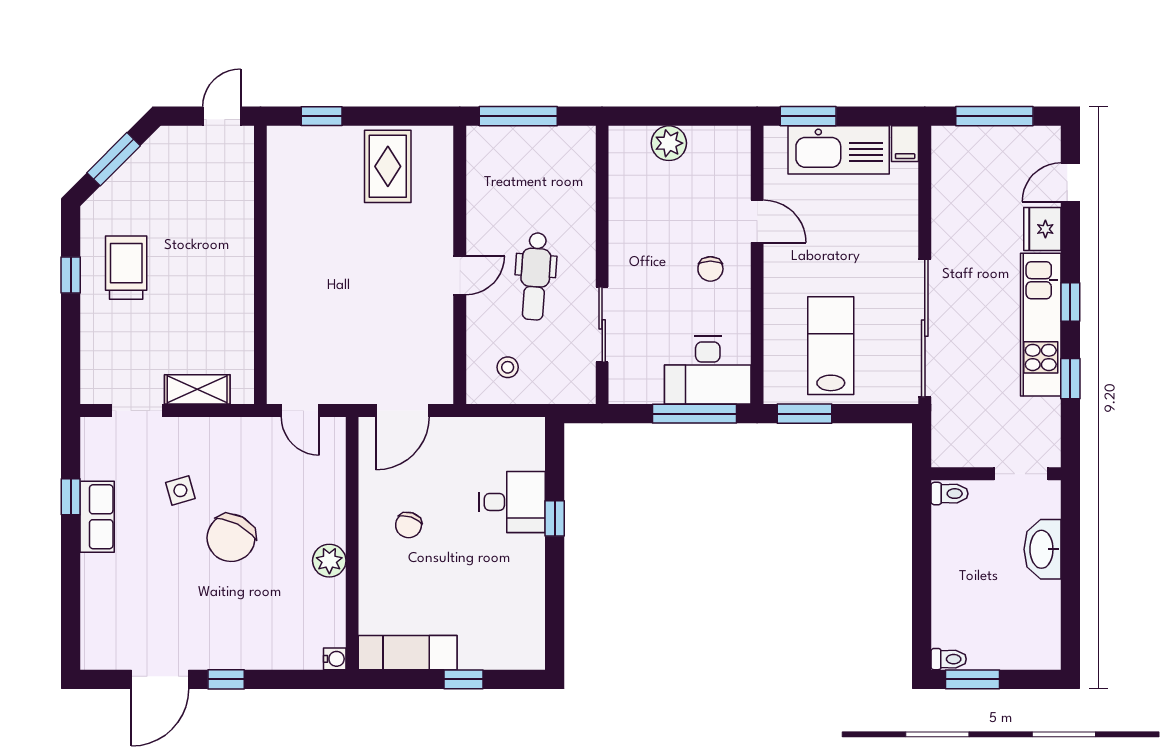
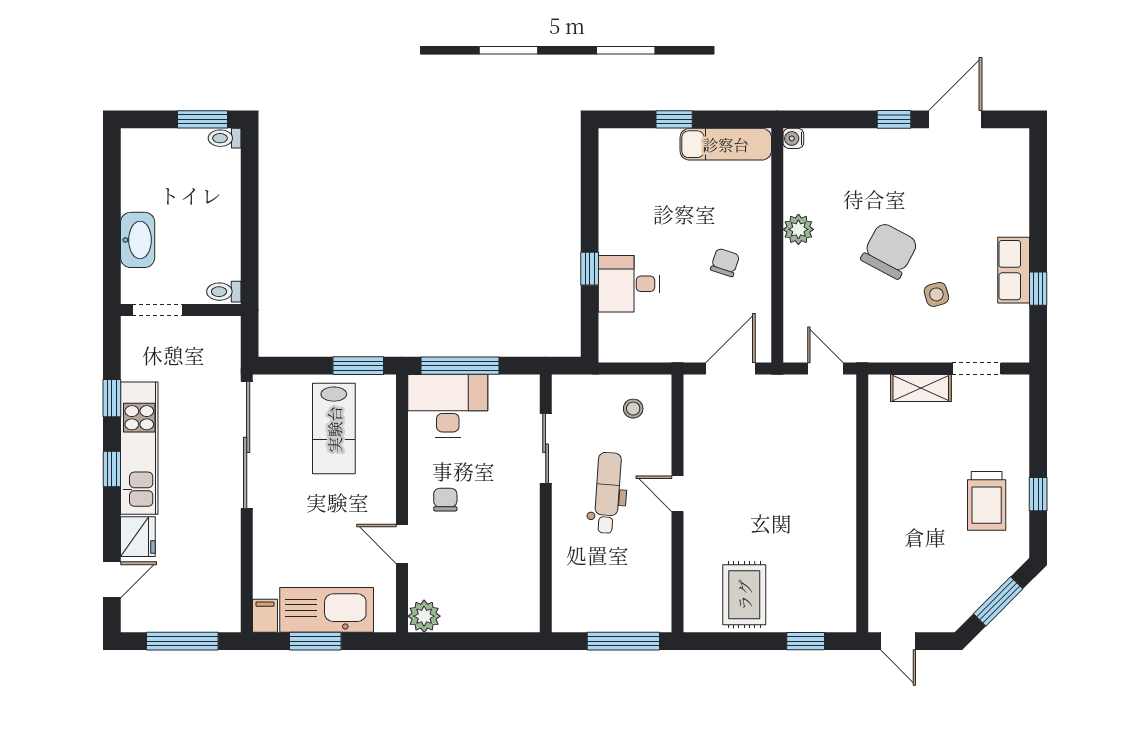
door: (222, 116) -> (898, 641), hinge flipped
window: (808, 116) -> (315, 641), moved
plant: (669, 143) -> (424, 616), moved
door: (460, 275) -> (678, 494), hinge flipped

